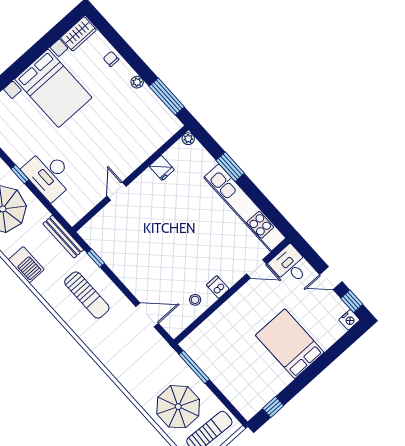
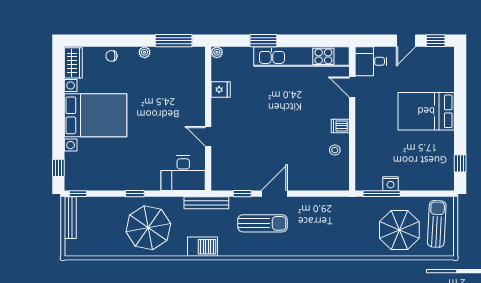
desk: (49, 174) -> (183, 173), moved
door: (257, 269) -> (352, 87), swing flipped
door: (147, 315) -> (274, 194), moved
nightstand: (349, 320) -> (391, 184), moved, turned 90

